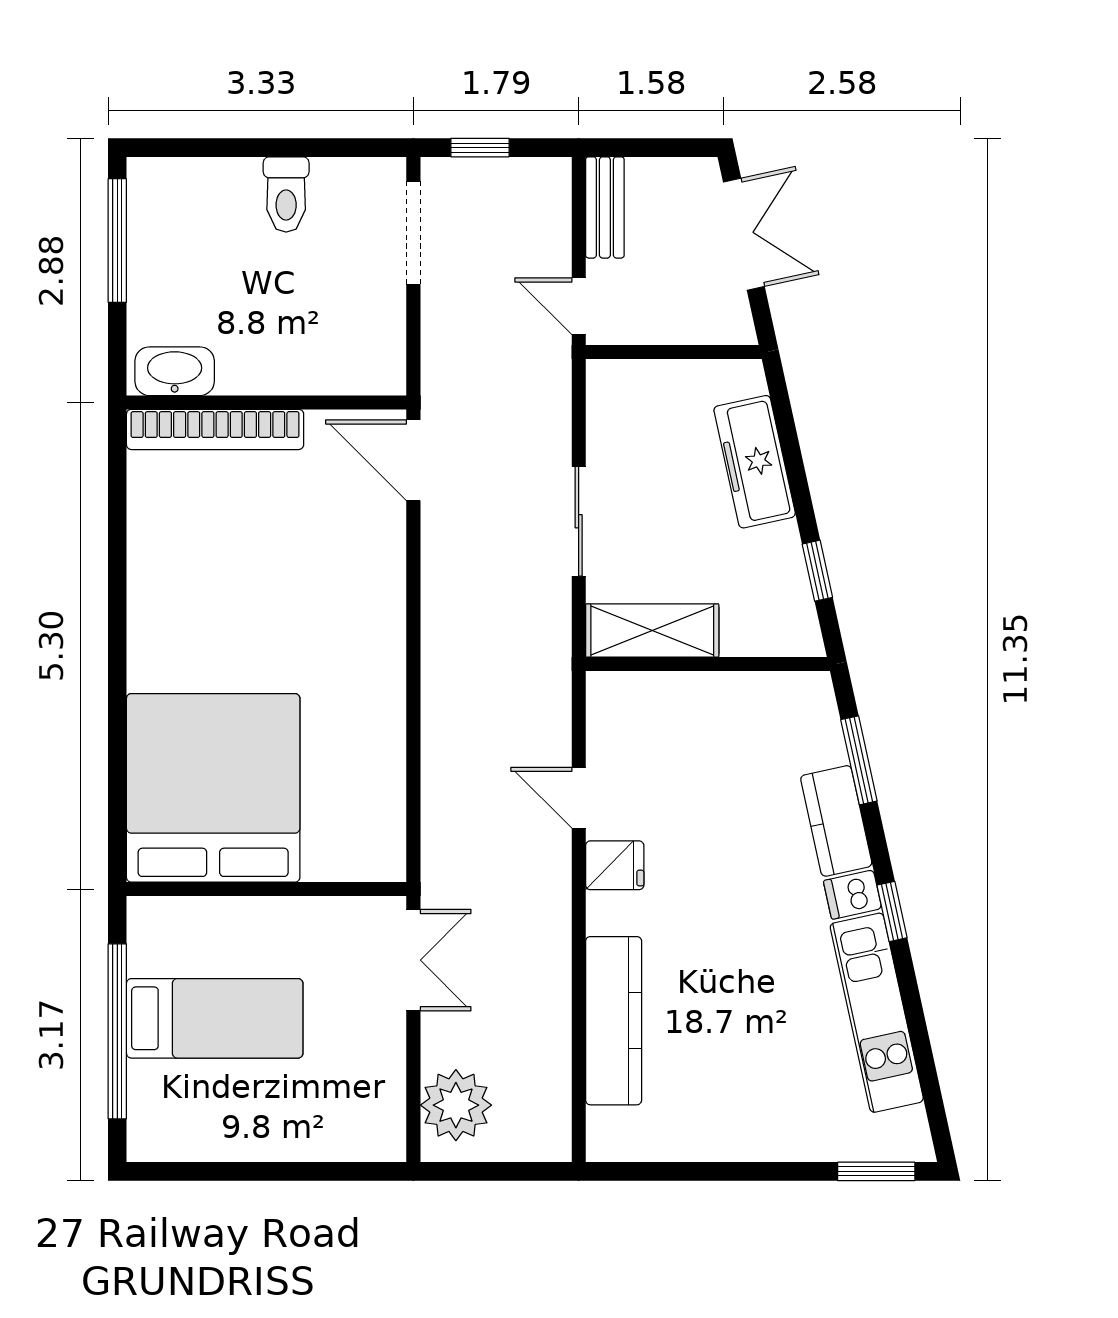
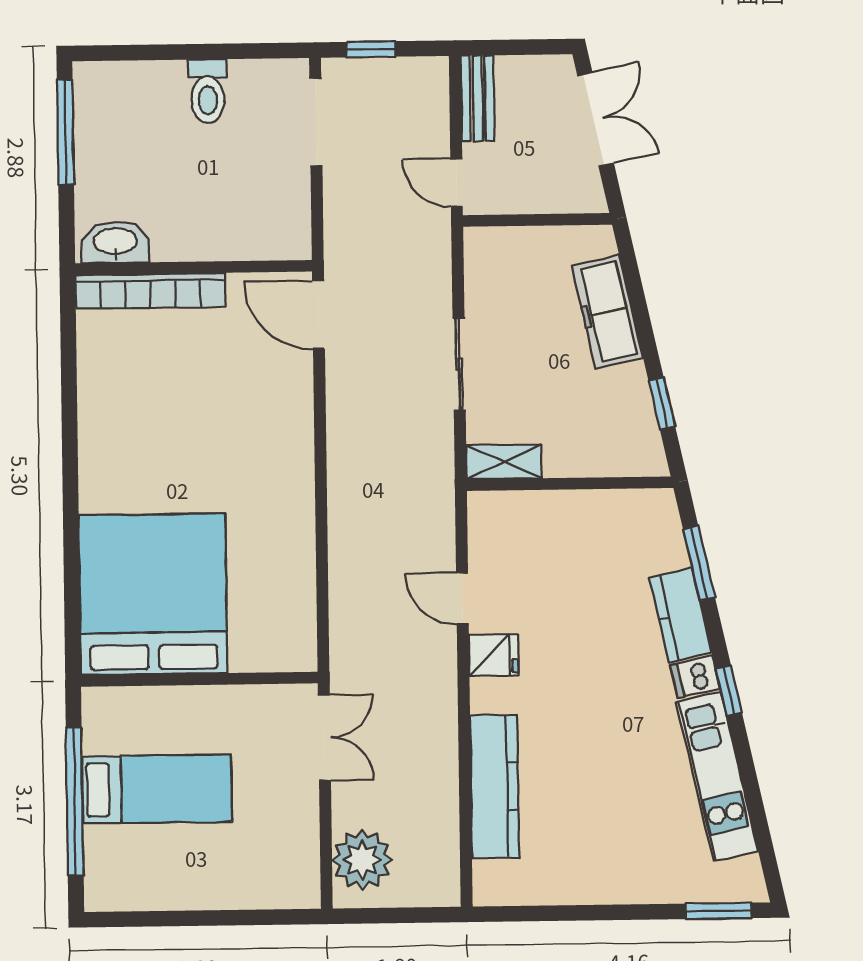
shelving: (652, 631) -> (504, 462), width x0.67, depth x0.75

